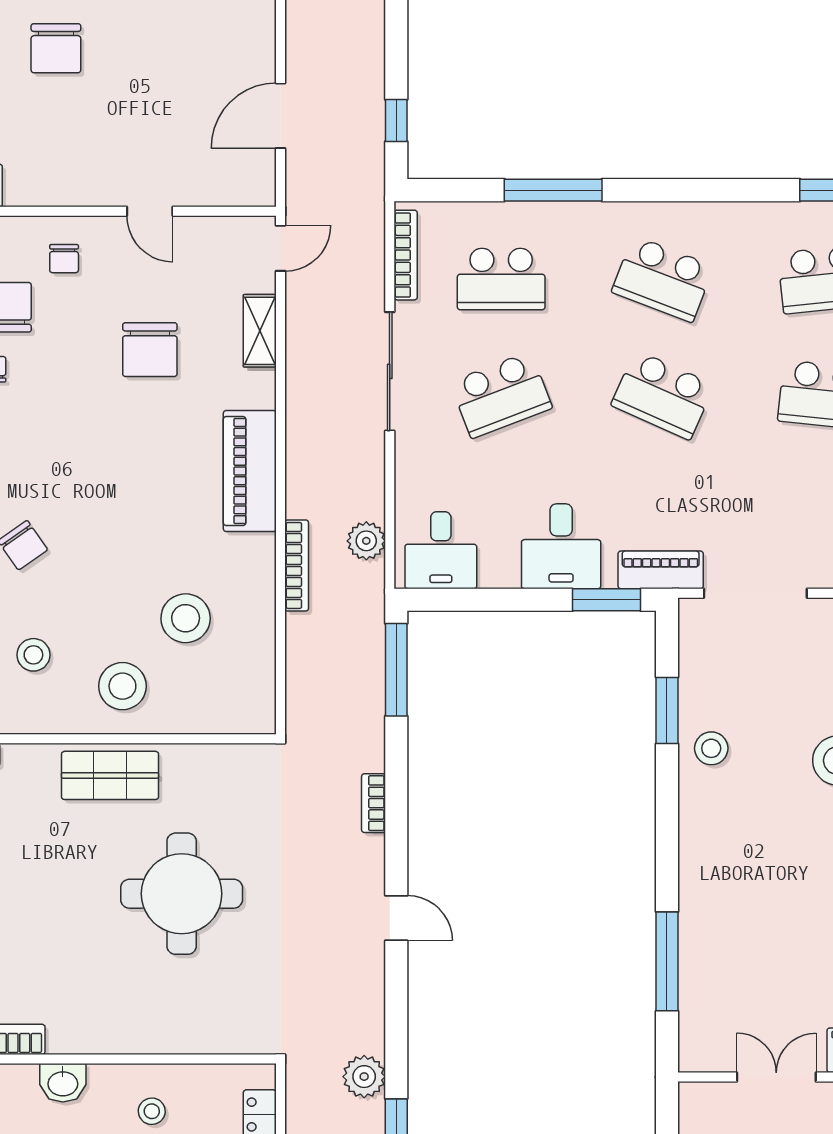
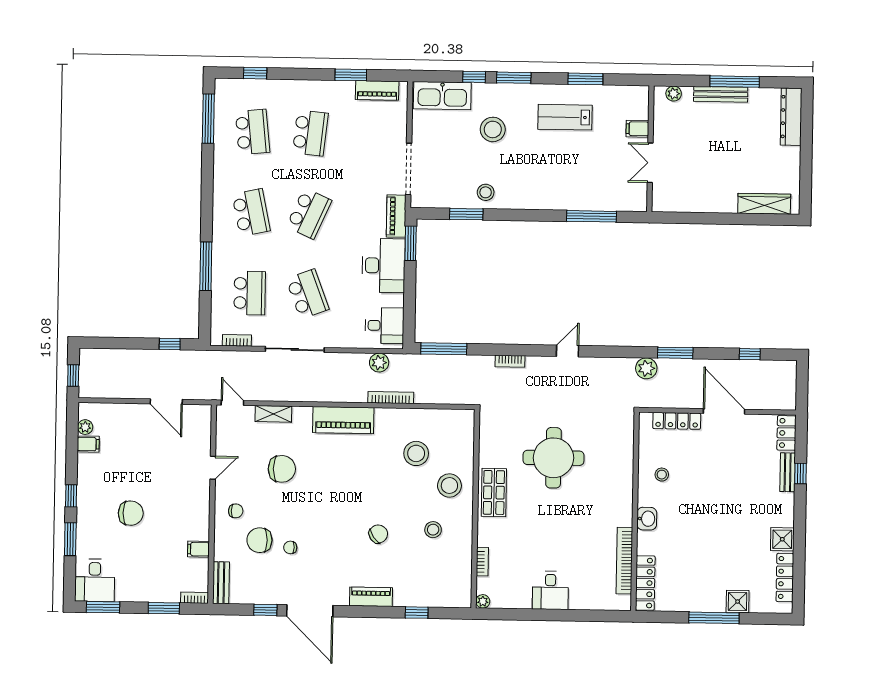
bookcase: (406, 255) -> (237, 340), width x0.64
school desk: (663, 279) -> (251, 213), turned -33
desk: (561, 546) -> (384, 265), width x1.37

